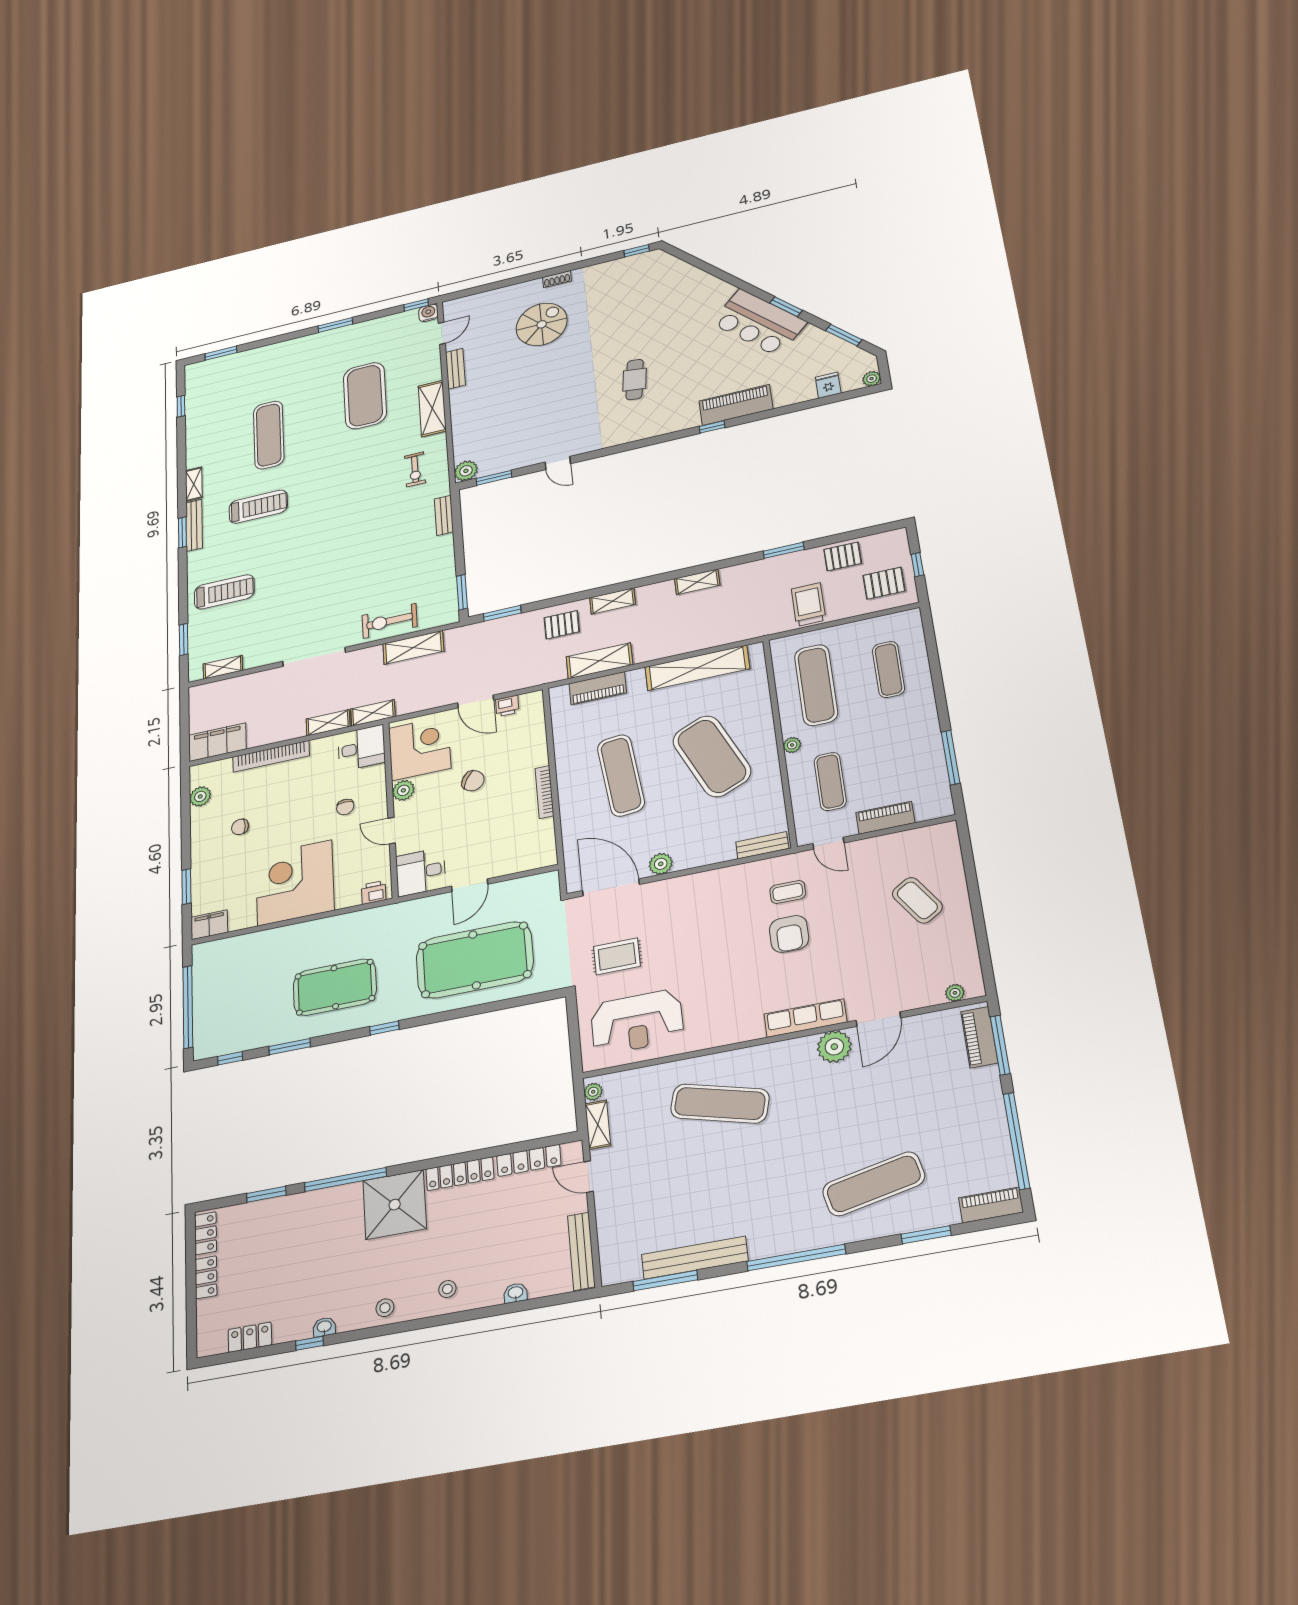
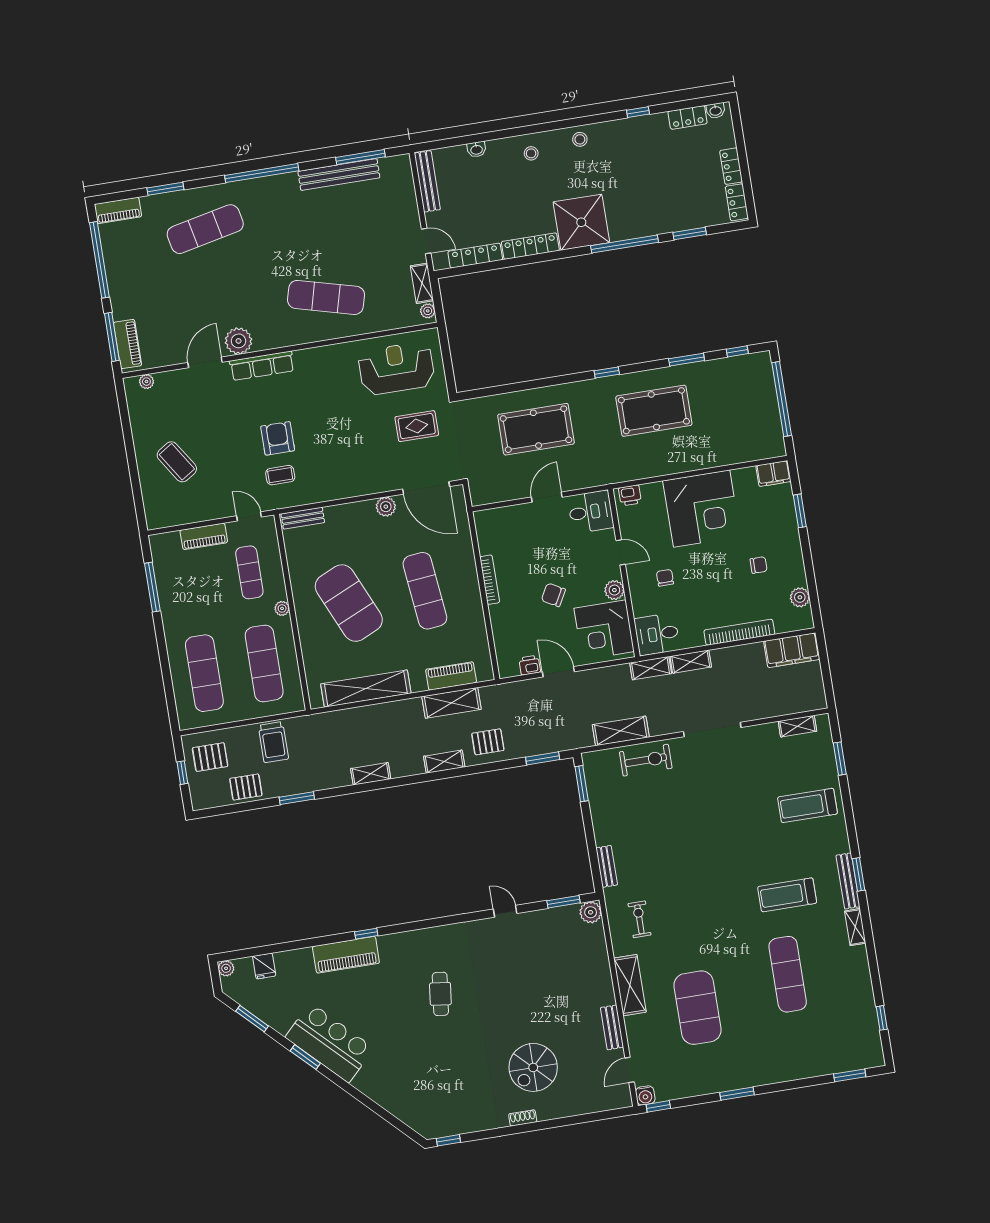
exercise mat: (888, 669) -> (204, 673), width x1.36, depth x1.45
pool table: (475, 960) -> (536, 429), width x0.73, depth x0.76
washbasin: (324, 1327) -> (716, 111), moved

